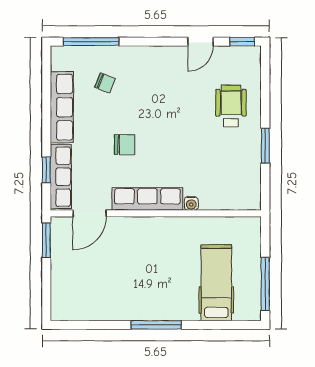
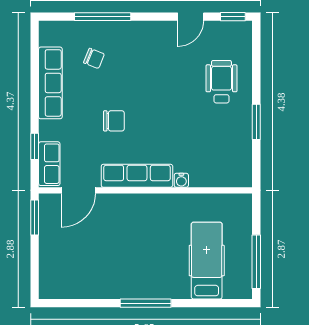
window: (91, 42) -> (103, 17), moved
row of seats: (61, 177) -> (49, 164), width x0.68

